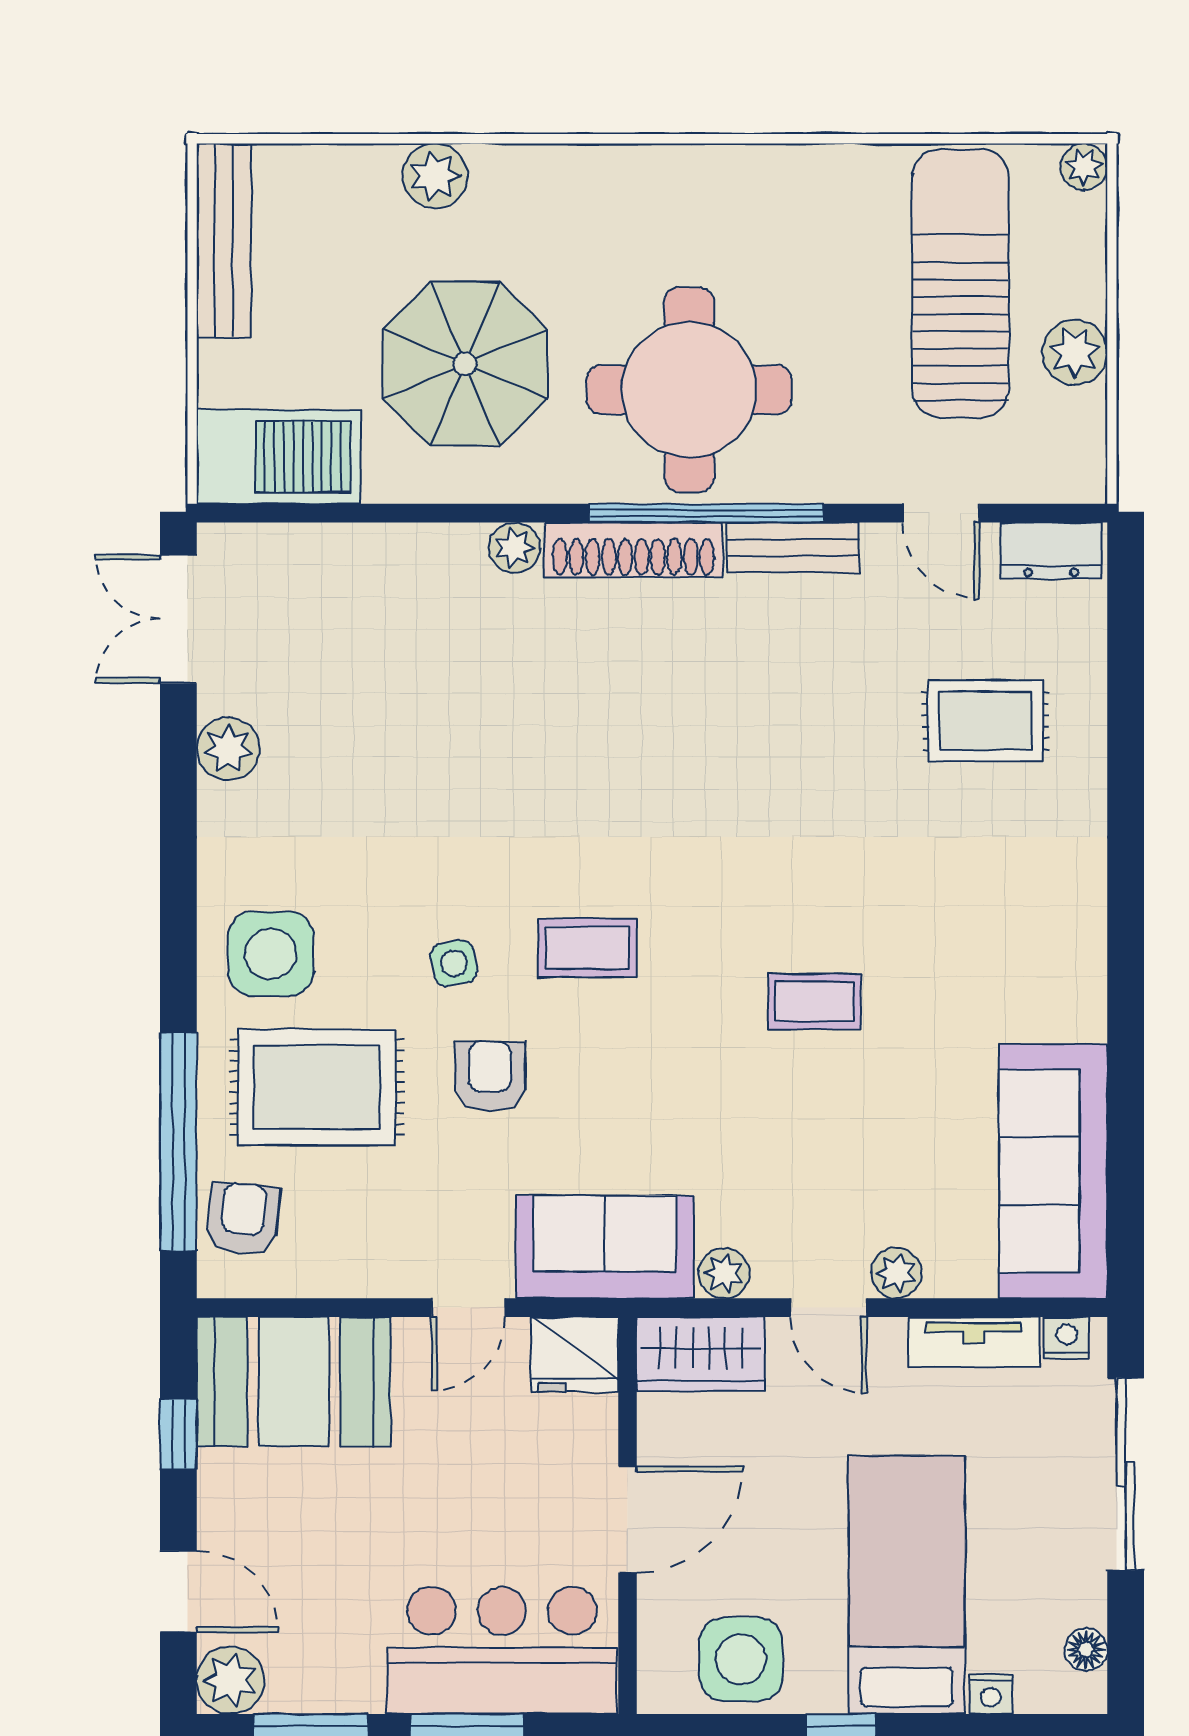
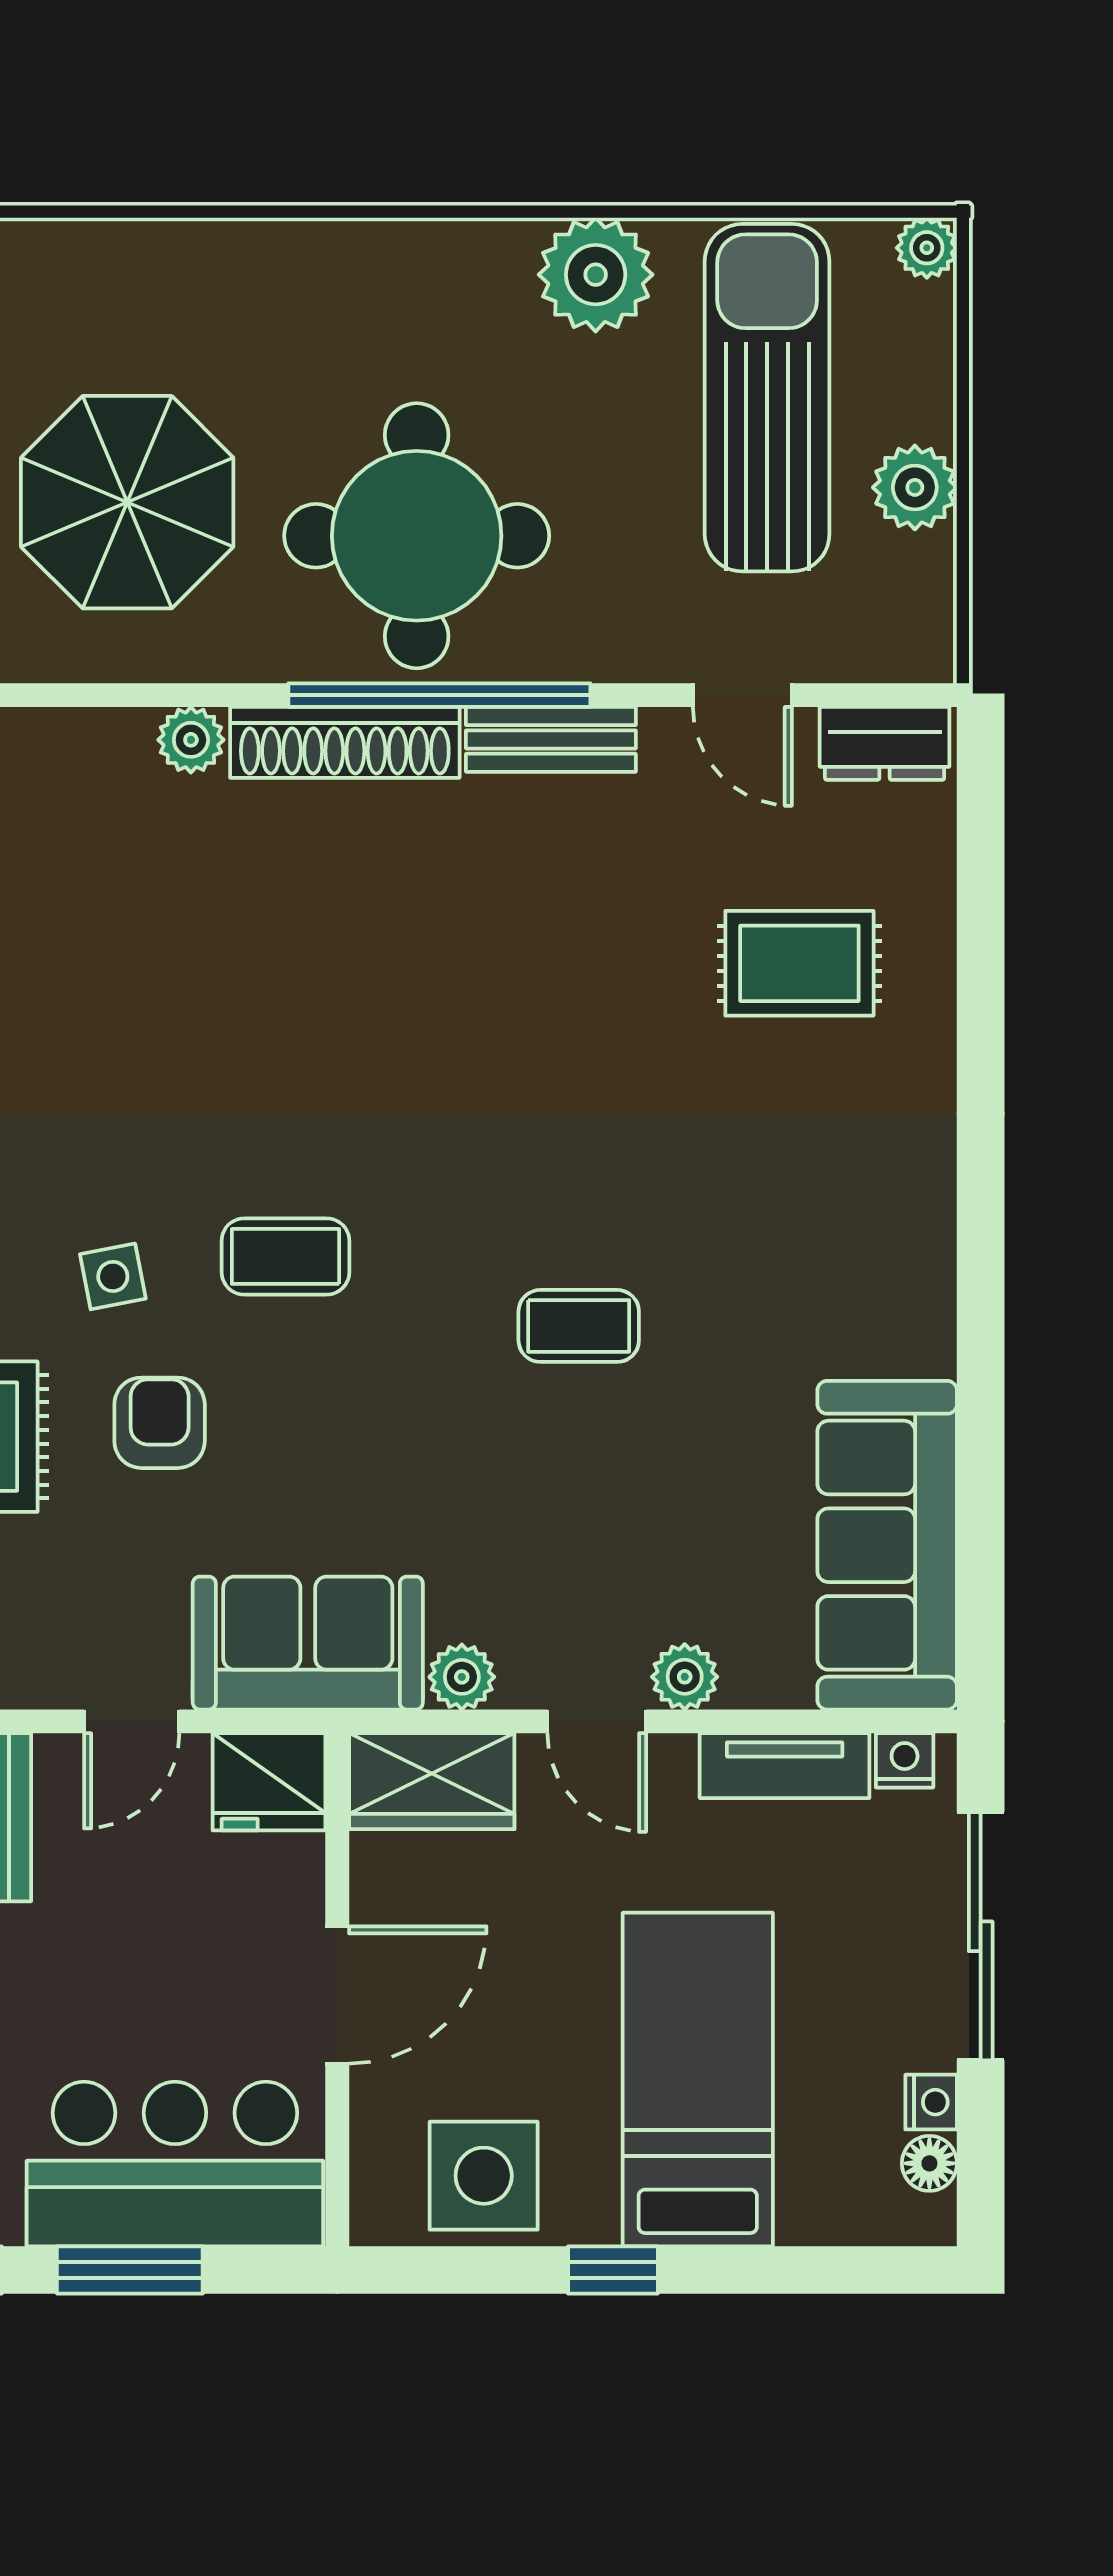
plant: (435, 176) -> (596, 275), moved, width x1.36, depth x1.36
nightstand: (991, 1694) -> (931, 2102), moved, turned -90

